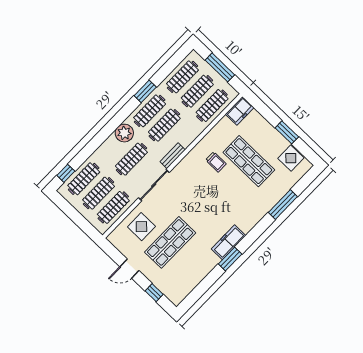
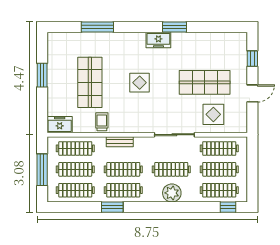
plant: (124, 133) -> (172, 193), moved
bench: (173, 156) -> (120, 142), moved
display table: (291, 158) -> (140, 83), moved
trolley: (216, 162) -> (102, 122), moved
freezer: (228, 242) -> (158, 40), width x0.71
door: (129, 269) -> (252, 93), hinge flipped

